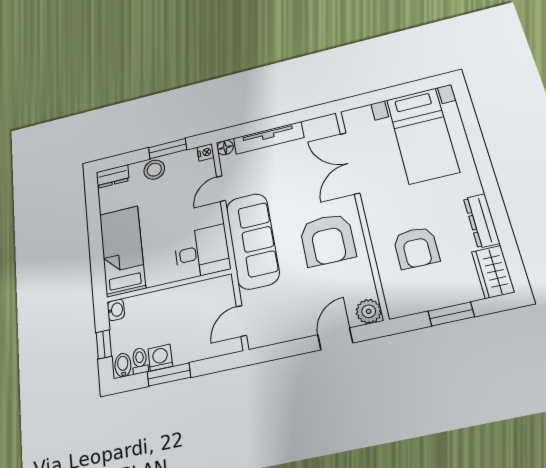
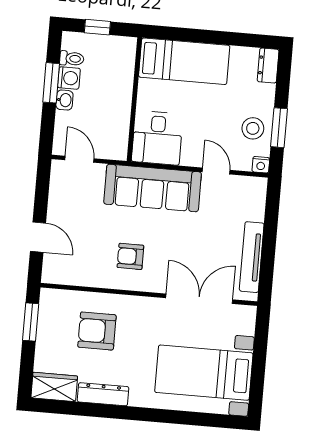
tv unit: (269, 138) -> (252, 257), moved
floor lamp: (225, 148) -> (259, 185), removed
stool: (154, 170) -> (253, 128), moved
armchair: (328, 240) -> (130, 256), width x0.53, depth x0.53
washbasin: (116, 310) -> (64, 100), moved, turned -90
plant: (369, 311) -> (53, 273), removed
window: (451, 314) -> (31, 322), moved
bidet: (123, 365) -> (72, 42), removed

